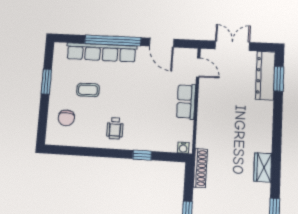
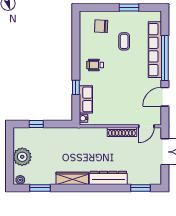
dresser: (265, 76) -> (108, 178), moved
row of seats: (186, 102) -> (86, 99), moved, turned 90
wardrobe: (263, 167) -> (72, 178), width x1.50
shoe rack: (200, 168) -> (122, 132), moved

